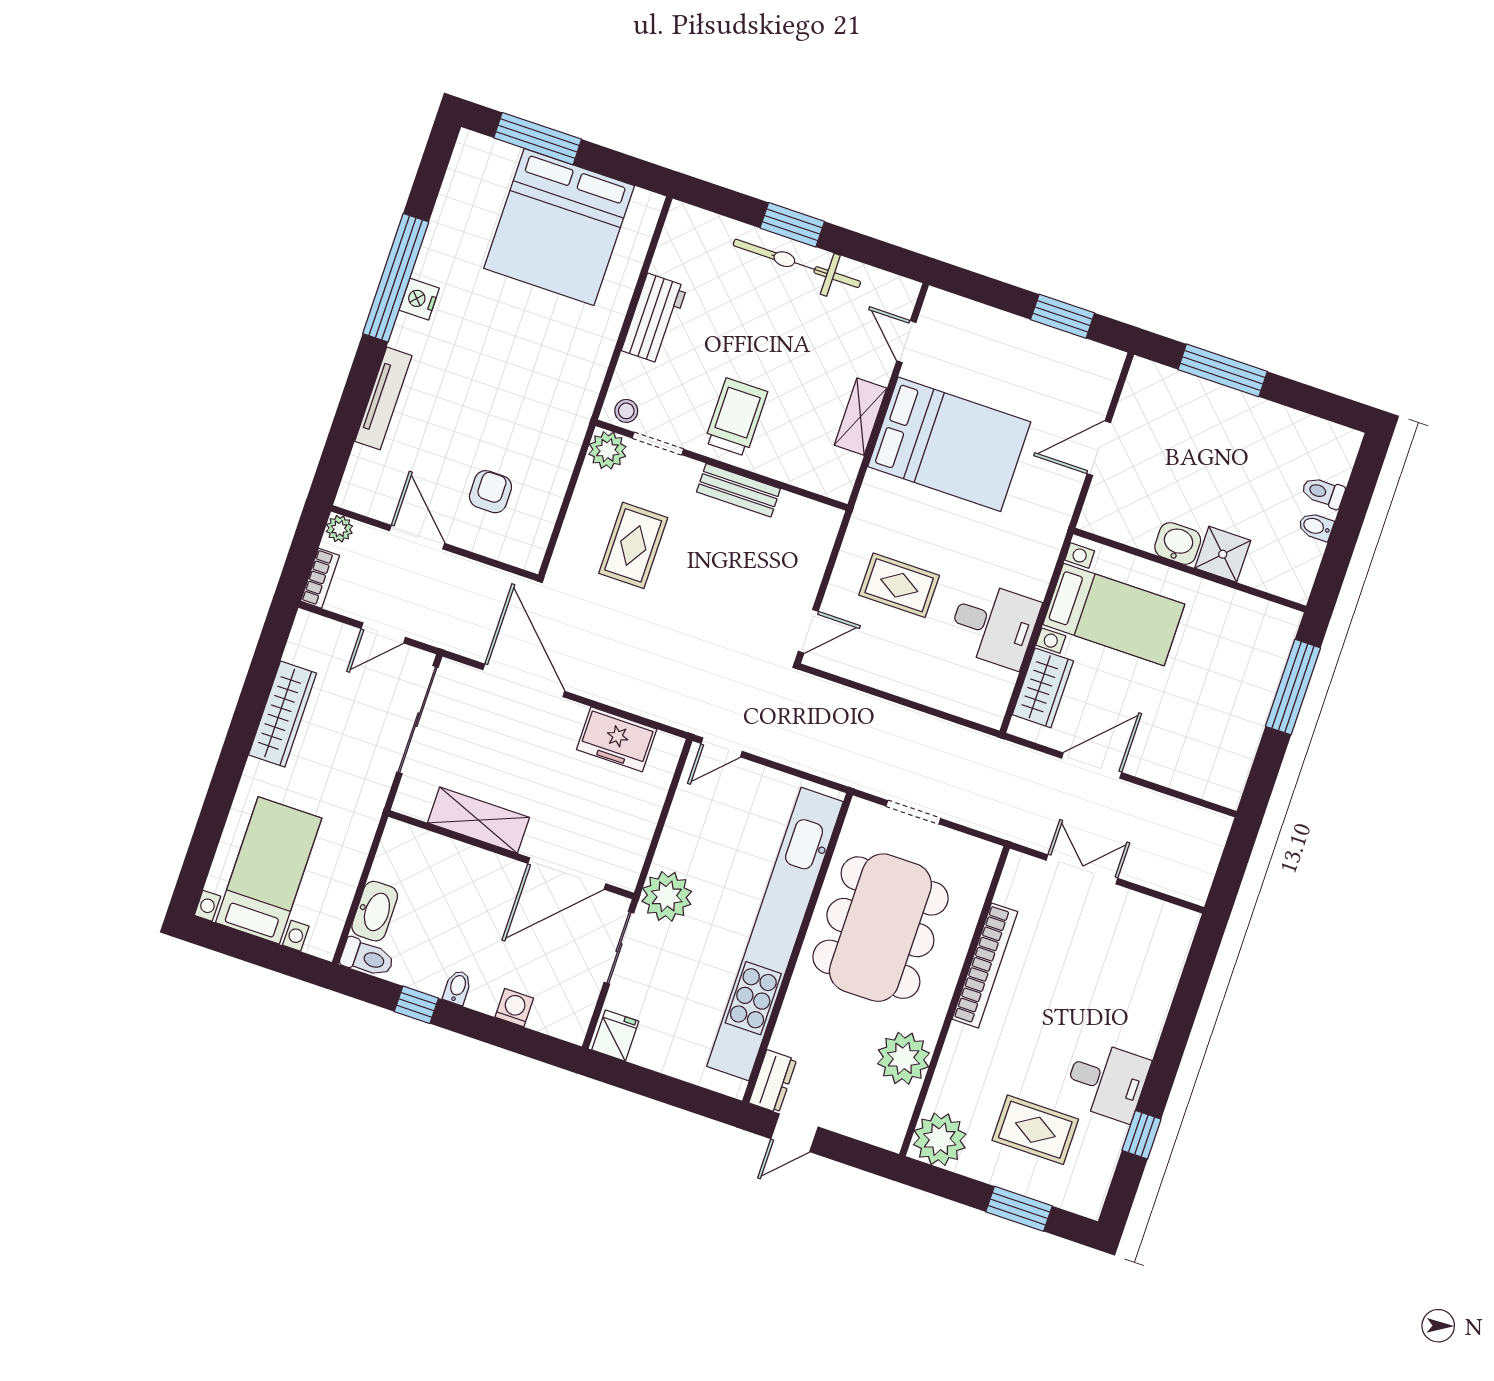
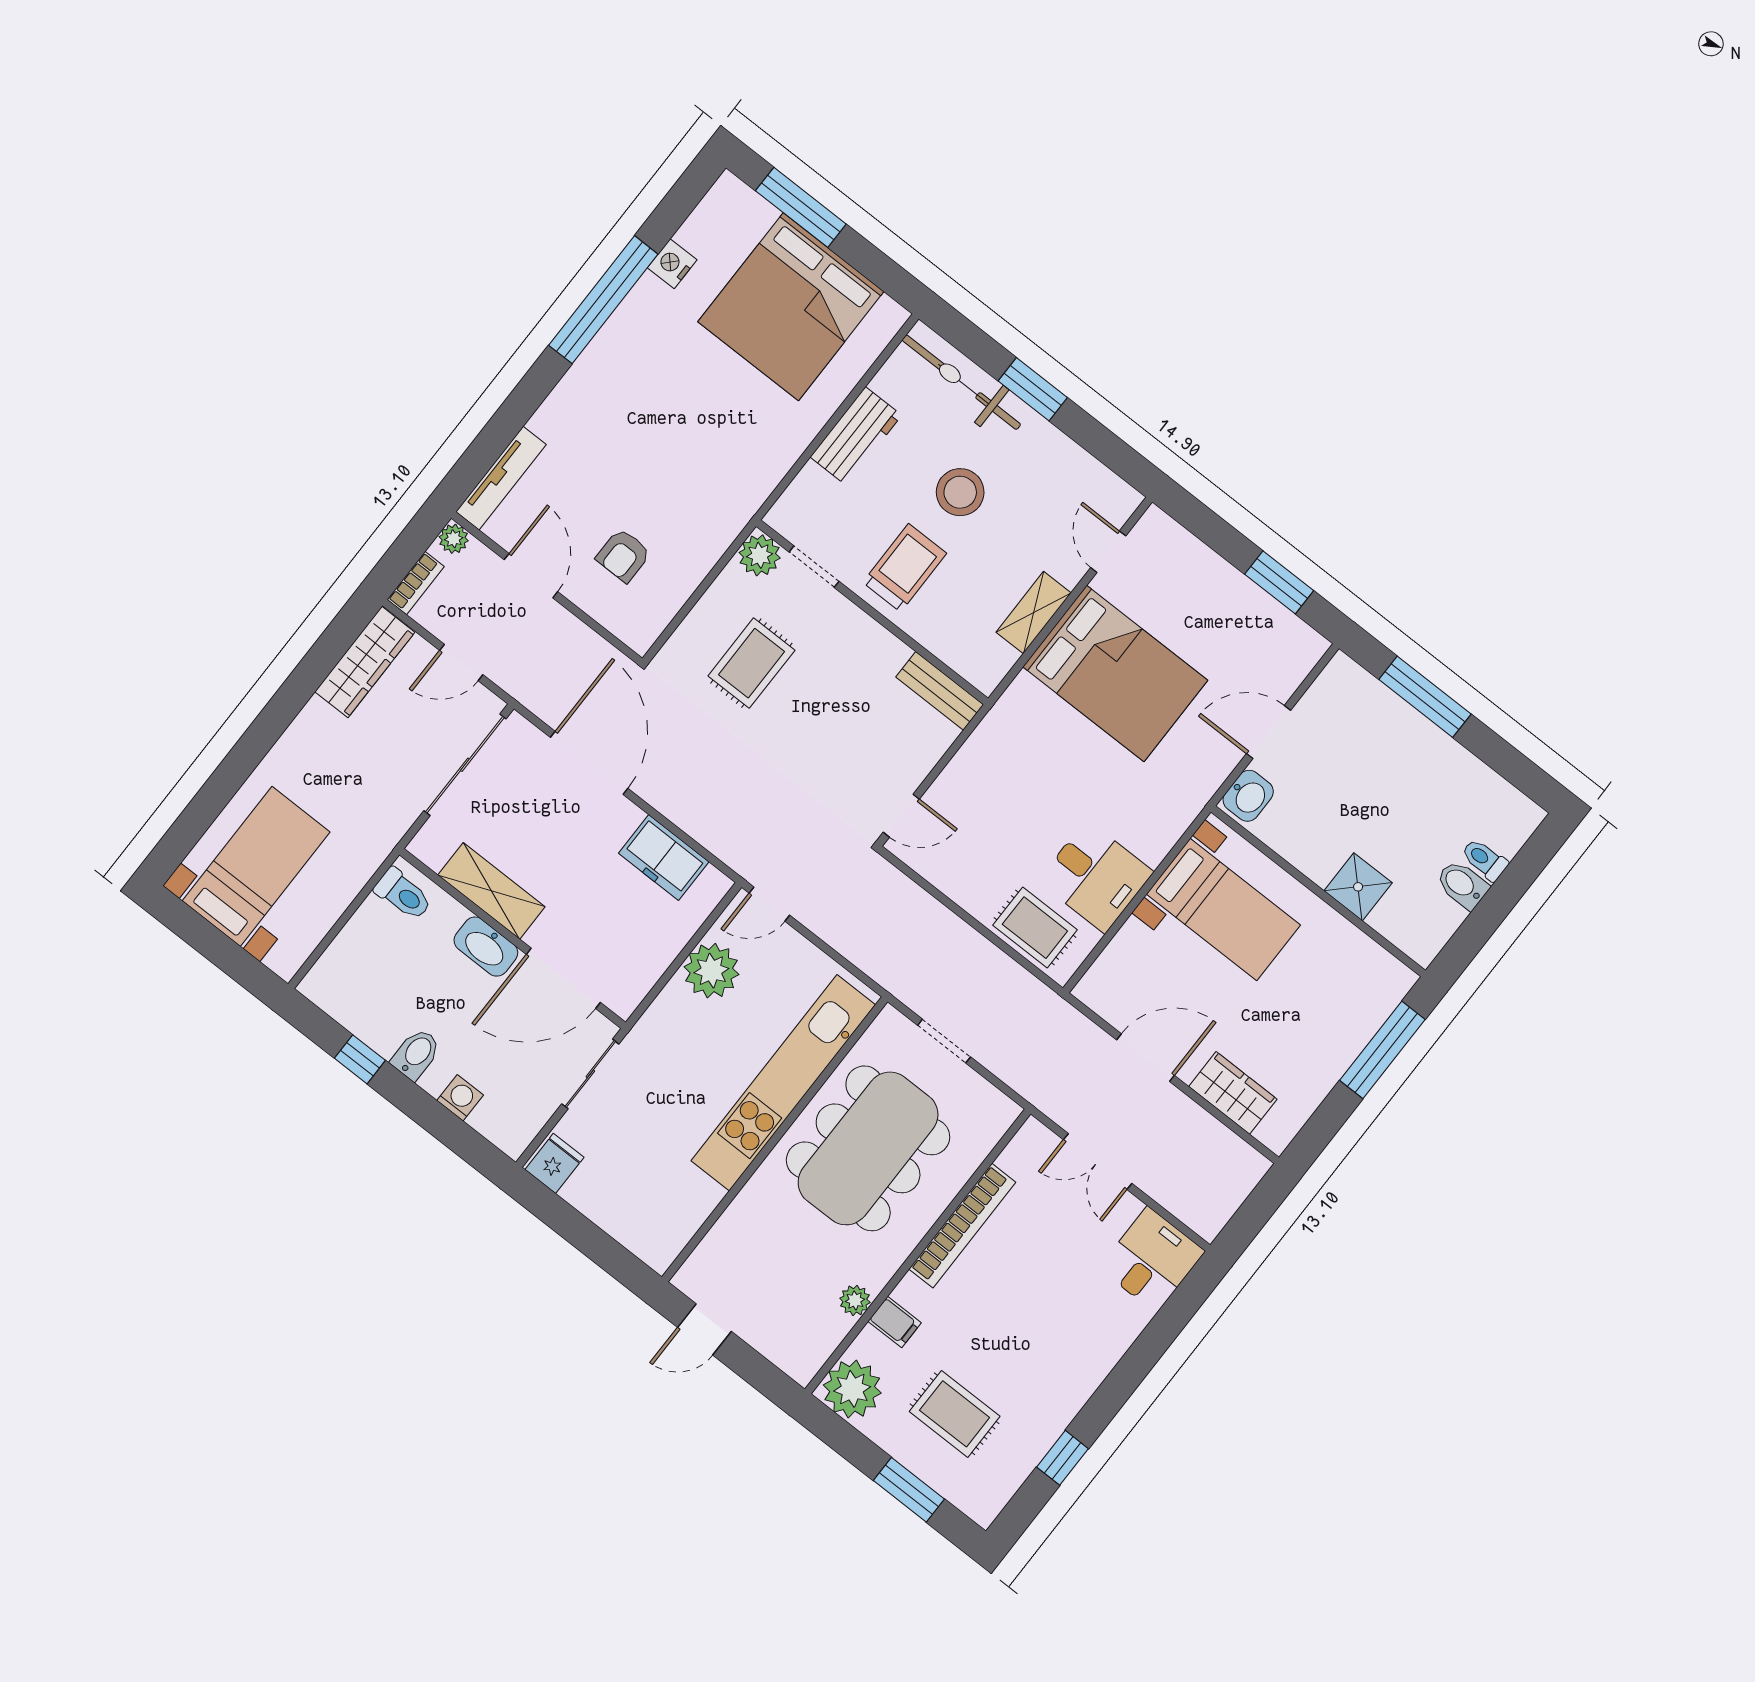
bicycle: (797, 263) -> (961, 382), moved
nightstand: (419, 299) -> (672, 264), moved
tv unit: (383, 398) -> (501, 478), moved
stool: (626, 411) -> (960, 492), moved, width x1.89, depth x1.89
bench: (738, 490) -> (940, 691), moved
armchair: (490, 492) -> (623, 555), turned 180
bidet: (1316, 527) -> (1462, 885), width x1.38, depth x1.36
washbasin: (1178, 544) -> (1248, 796), moved, turned 90
rug: (899, 585) -> (1035, 928), moved
wardrobe: (1043, 688) -> (1233, 1093), moved, turned -90
wardrobe: (283, 714) -> (365, 662), moved
double door: (1082, 869) -> (1098, 1162), swing flipped
plant: (667, 896) -> (711, 971), moved
washbasin: (375, 911) -> (486, 947), moved, turned 90
kitchen unit: (775, 934) -> (783, 1083), width x0.73
toilet: (367, 958) -> (403, 894), moved
bidet: (457, 987) -> (416, 1054), width x1.38, depth x1.36
plant: (903, 1058) -> (855, 1300), width x0.53, depth x0.53
filing cabinet: (956, 1069) -> (895, 1322), added
dresser: (773, 1081) -> (701, 1268), removed
desk: (1107, 1081) -> (1152, 1260), moved, turned -90

